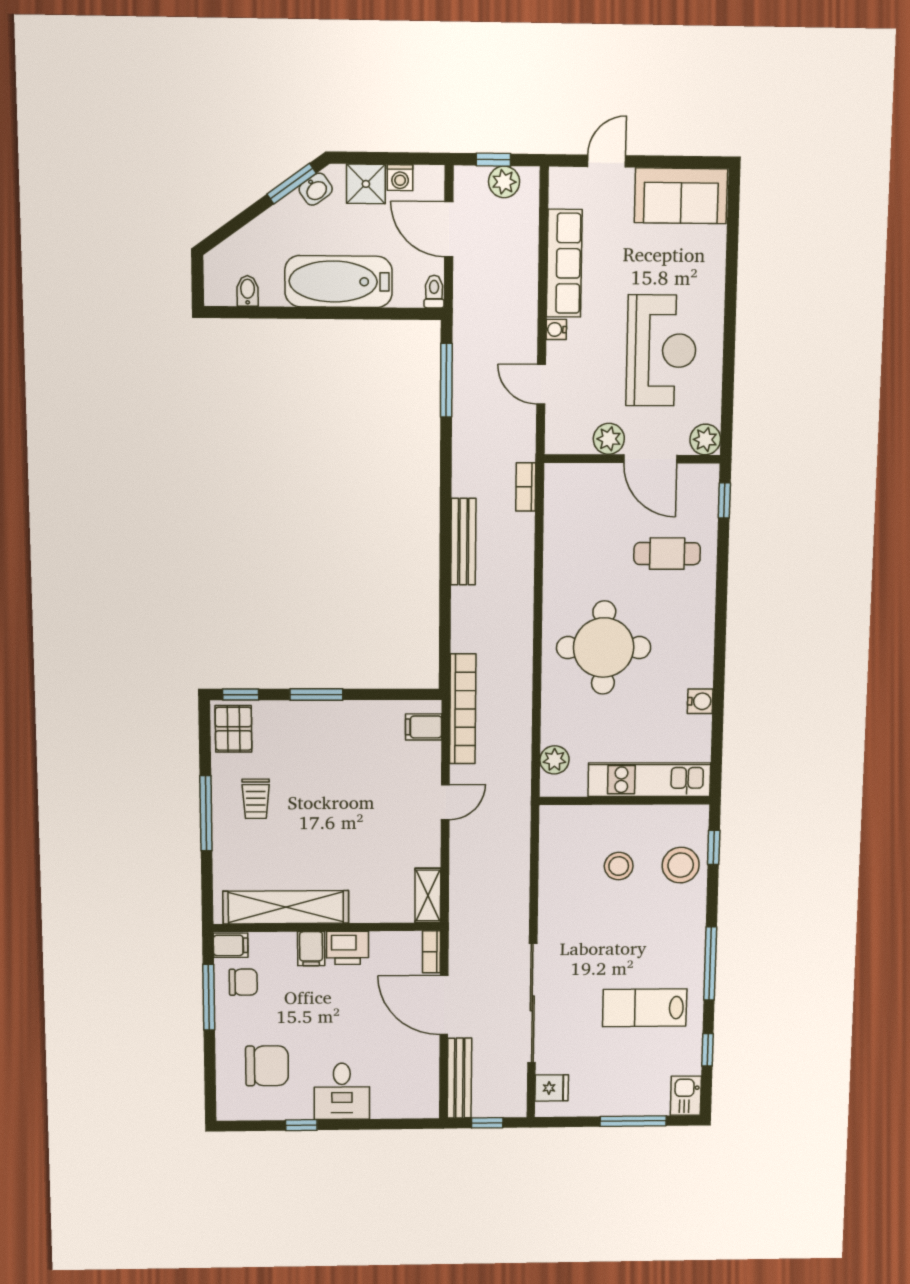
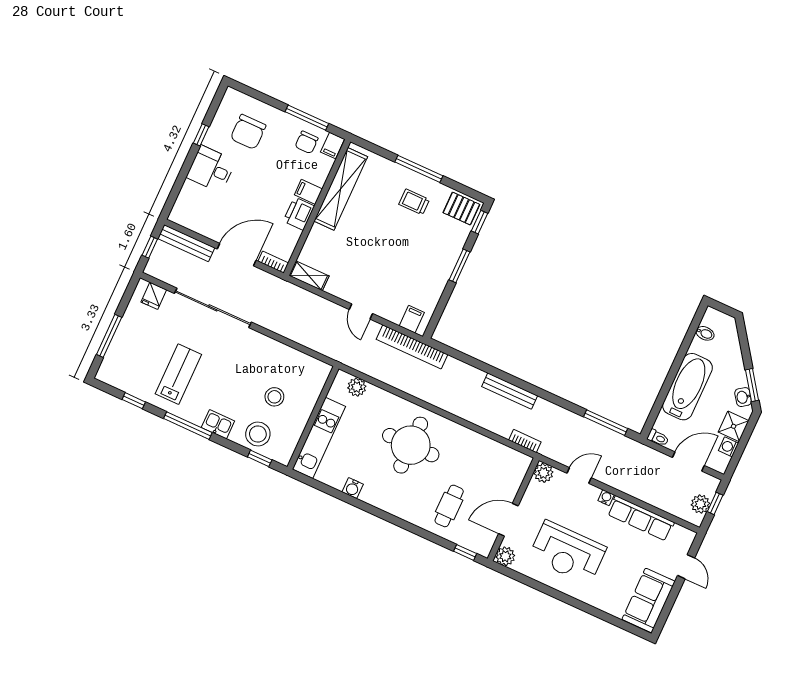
plant: (609, 439) -> (544, 473), moved
kitchen sink: (686, 1096) -> (218, 424), moved

